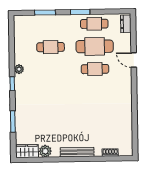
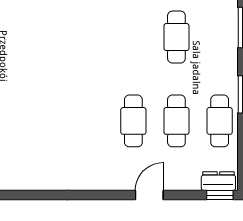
window: (133, 23) -> (220, 195), added
cafe table: (95, 46) -> (176, 121), width x0.73, depth x0.74

